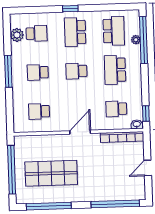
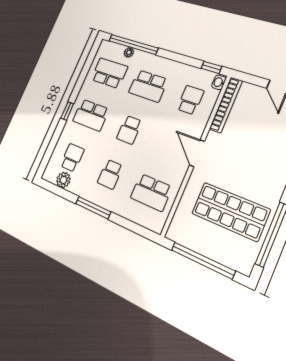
school desk: (116, 109) -> (190, 100), turned 180
school desk: (39, 111) -> (151, 192), width x1.85
shop shelf: (51, 173) -> (230, 211), turned 90

